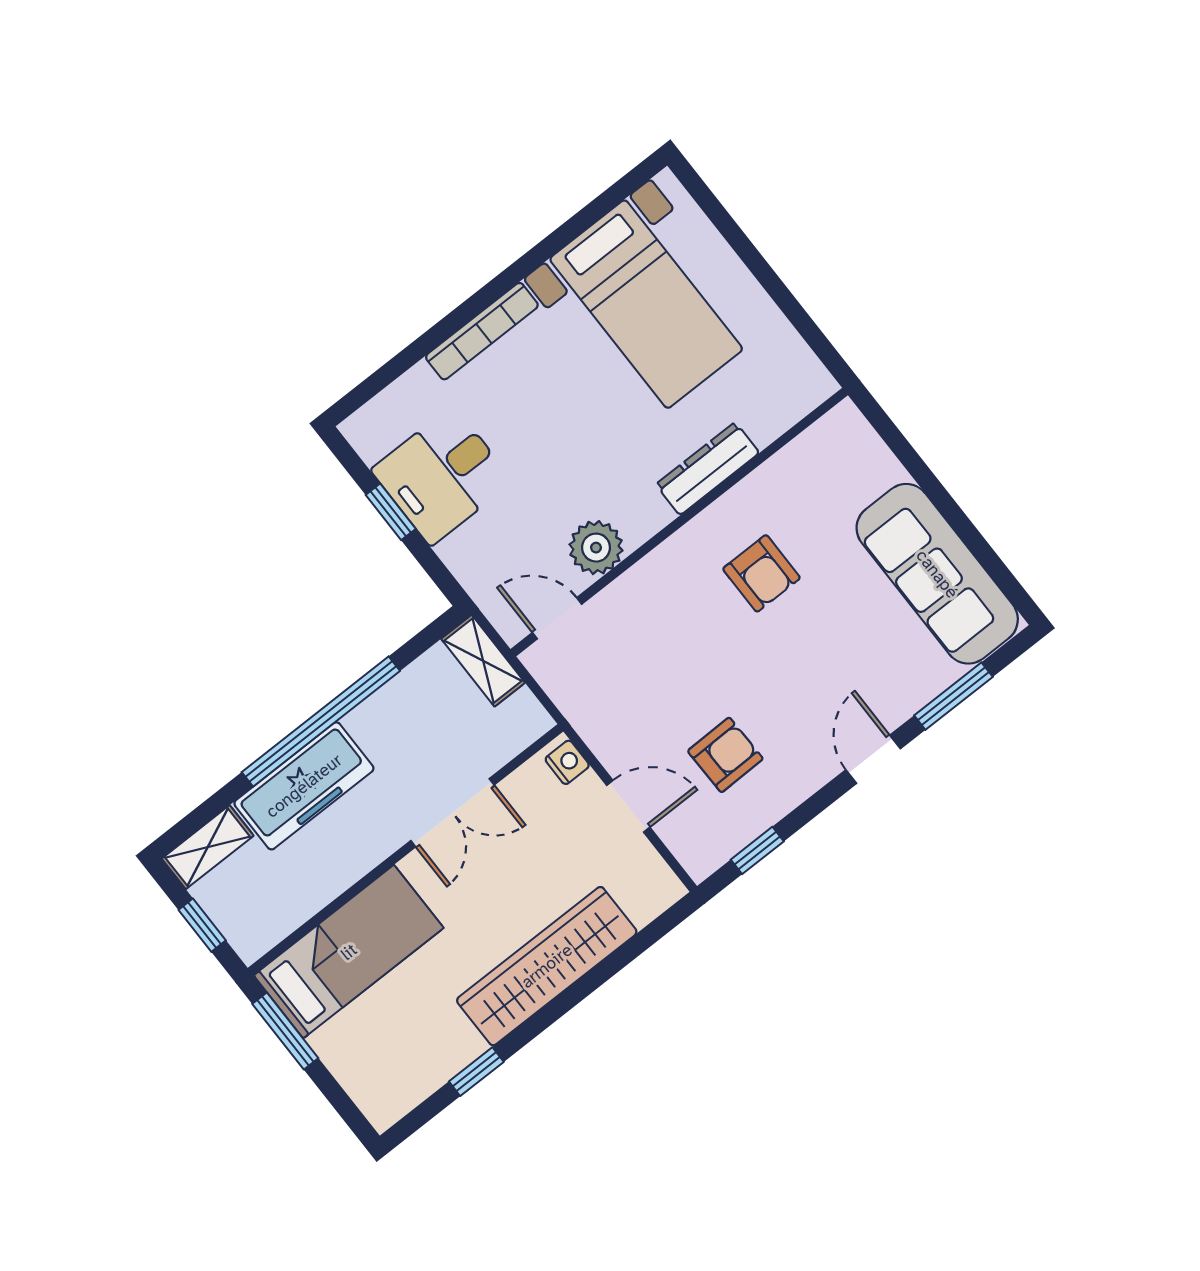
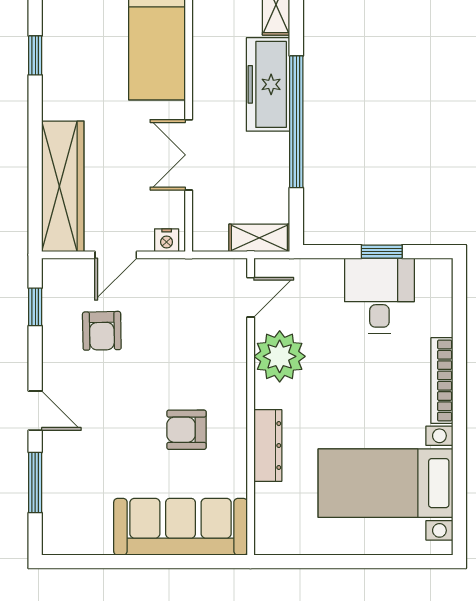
plant: (596, 548) -> (280, 356), width x1.36, depth x1.36
sofa: (937, 574) -> (181, 527), moved
wardrobe: (547, 966) -> (63, 186), moved

